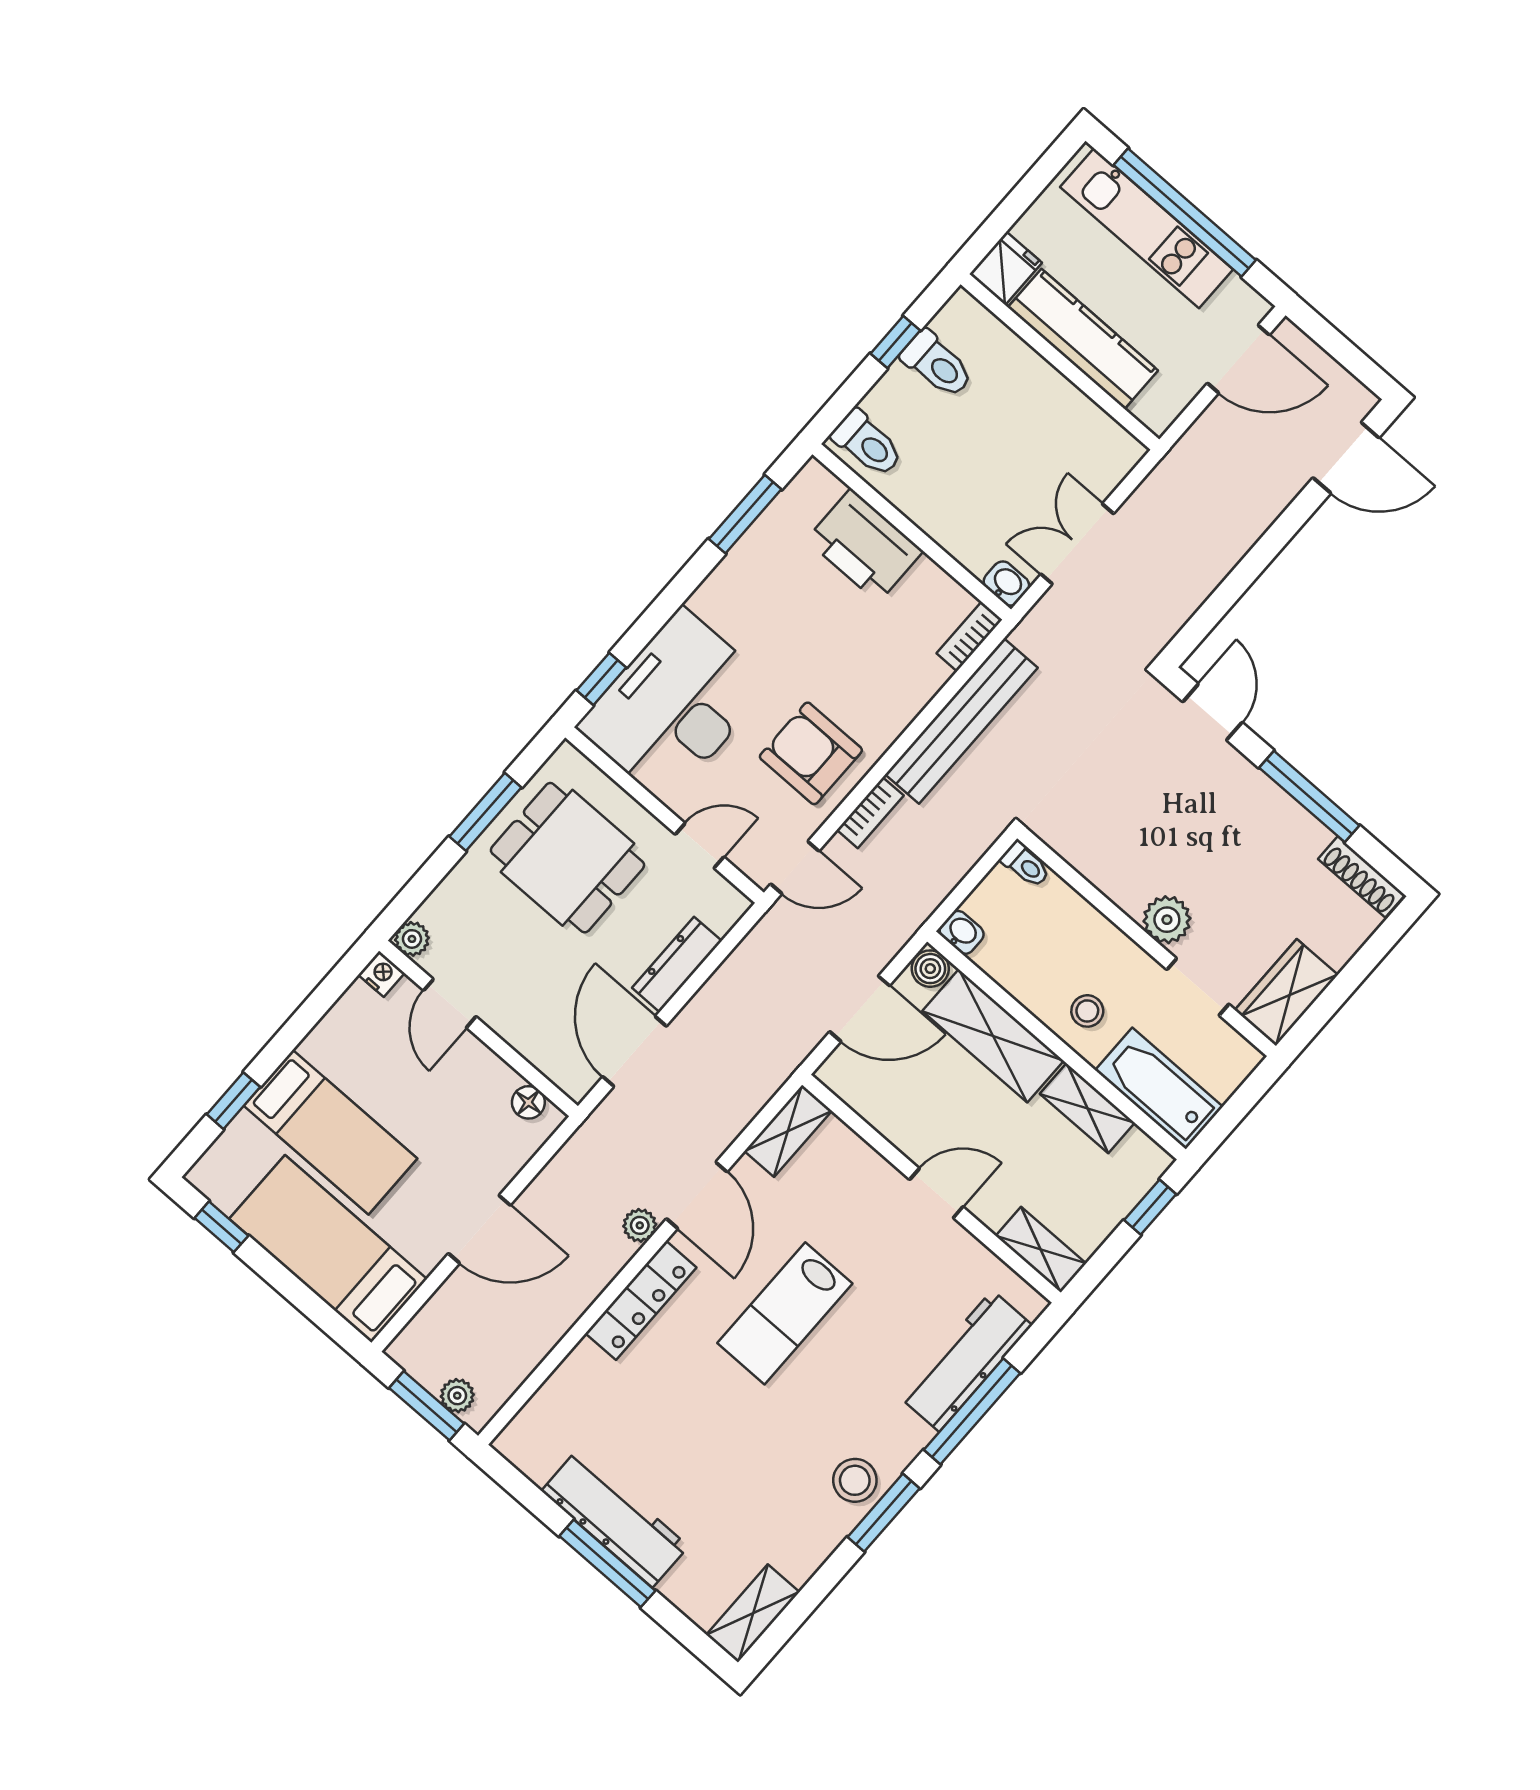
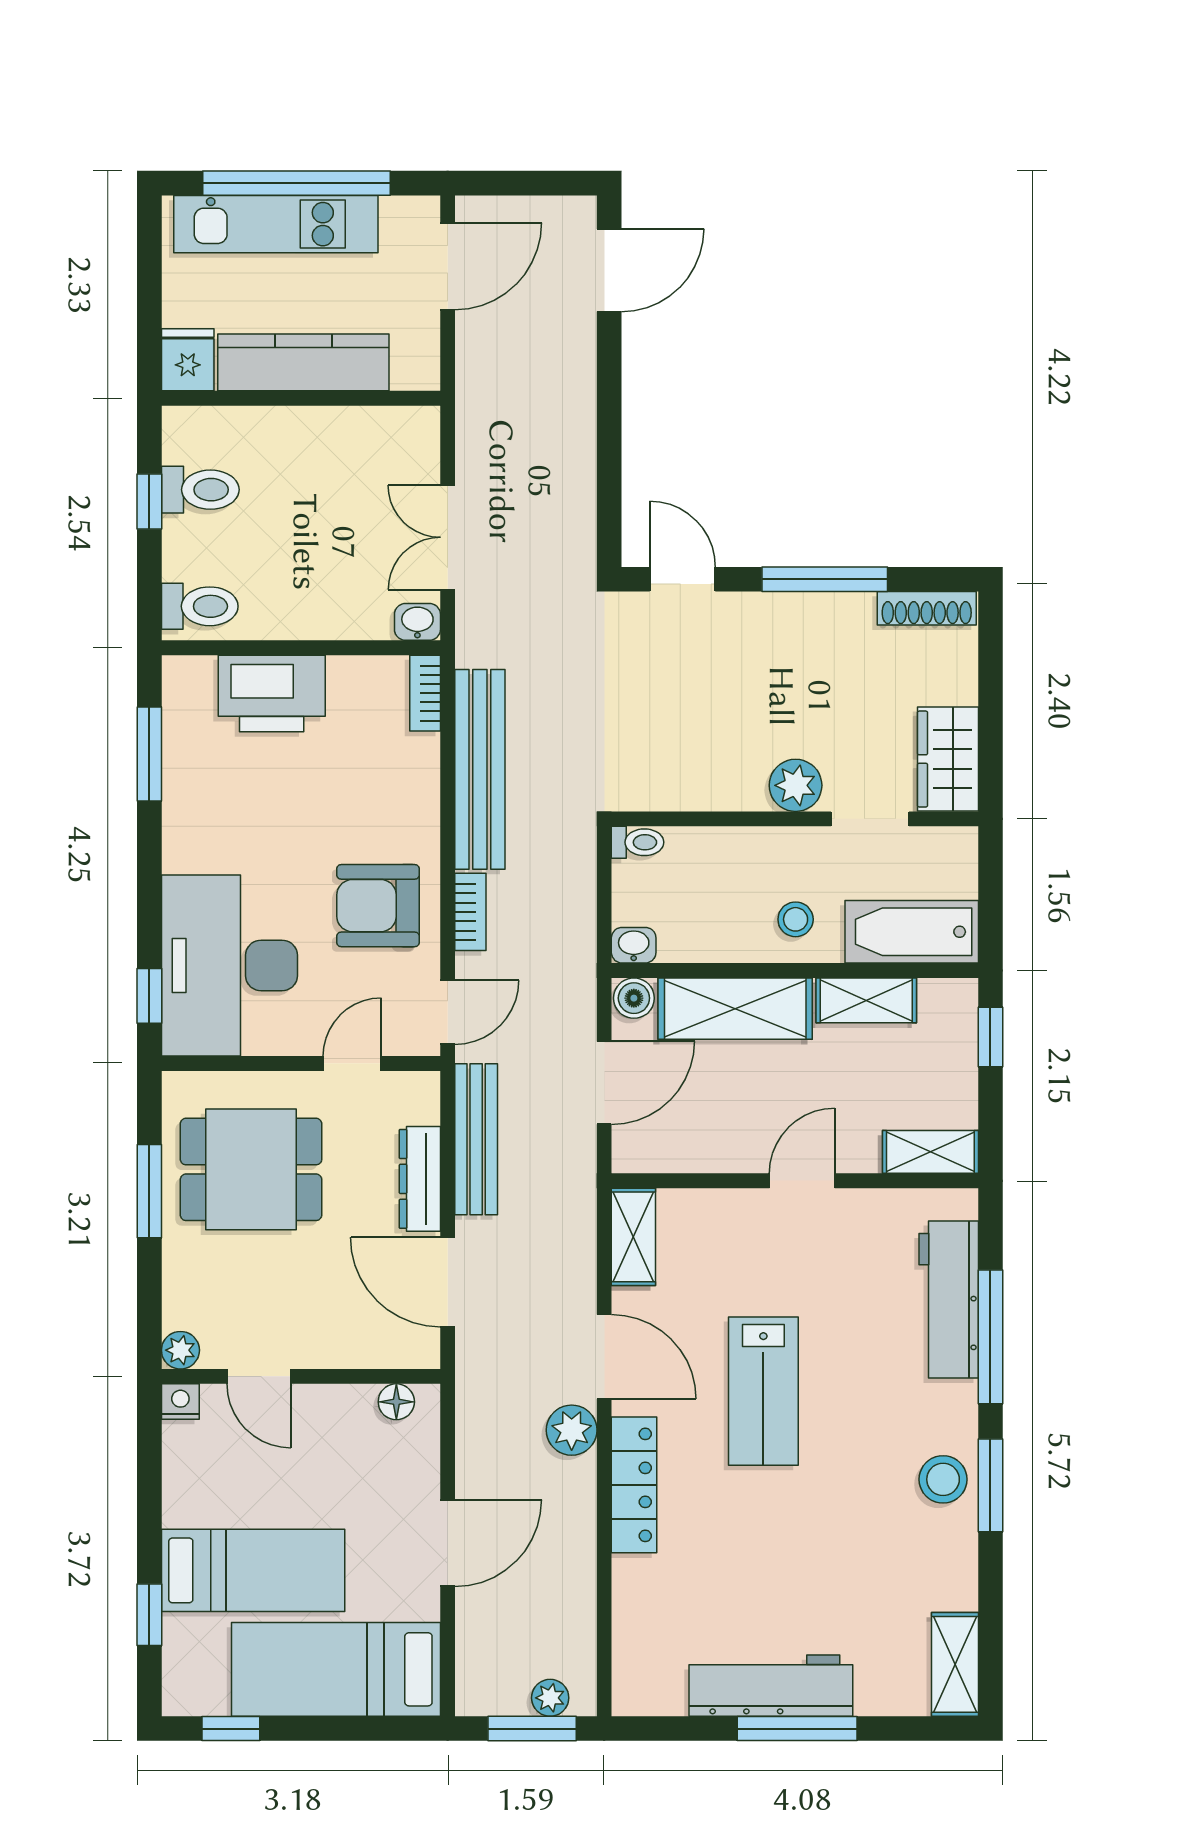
bench: (739, 971) -> (476, 1139), added
plant: (640, 1225) -> (572, 1430), width x1.38, depth x1.38

